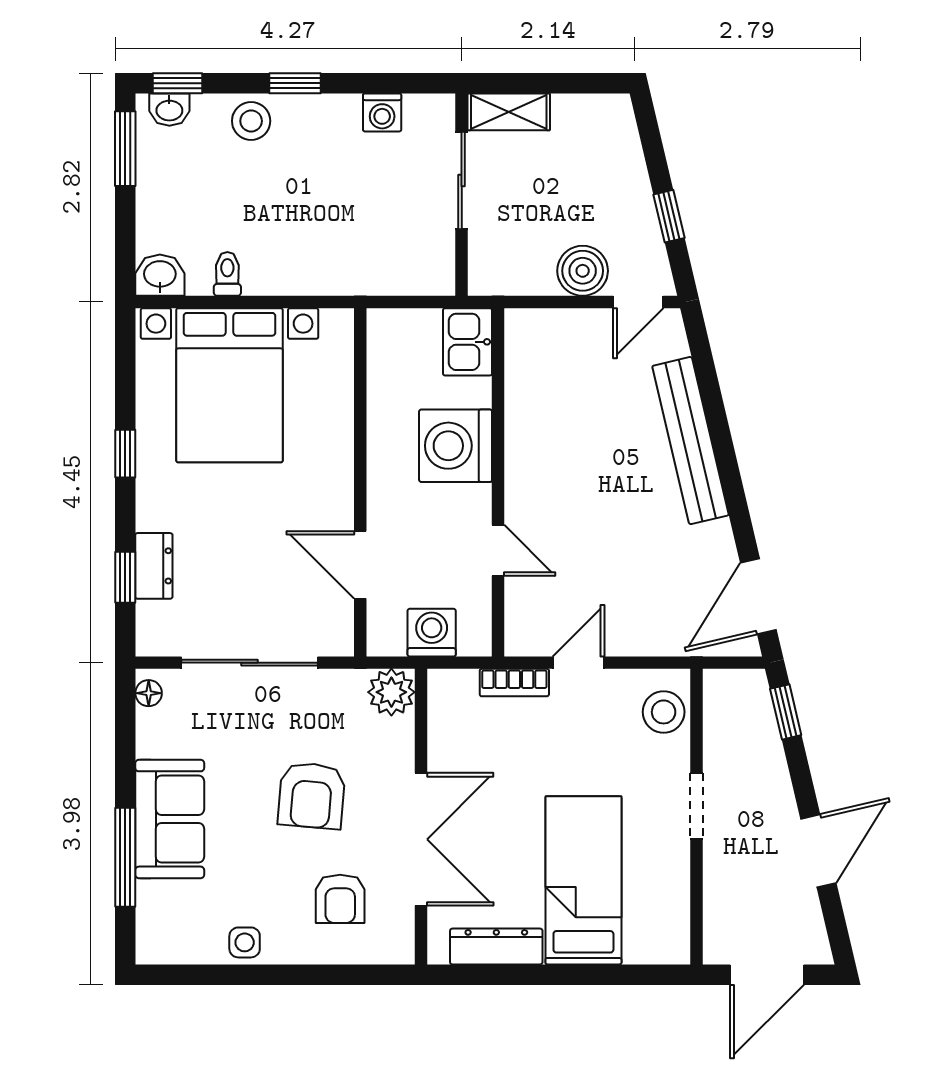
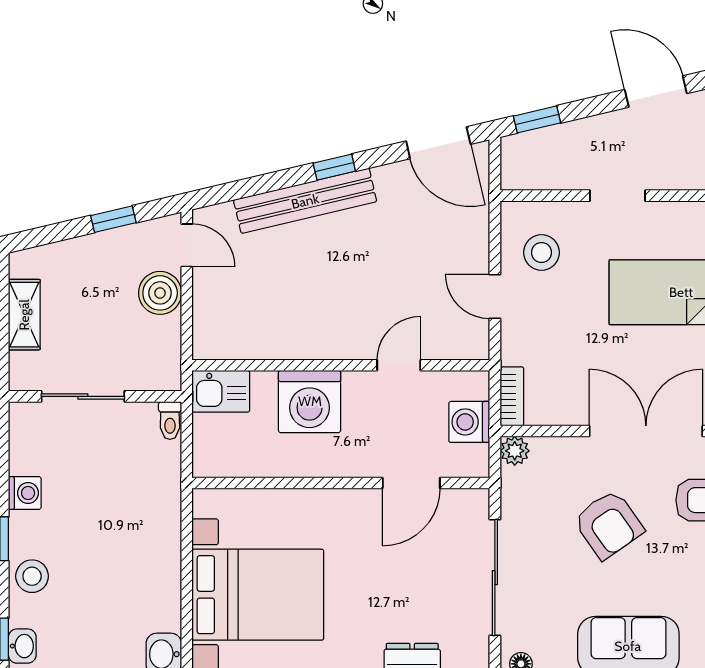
washing machine: (382, 112) -> (25, 493), moved
shelving: (509, 112) -> (24, 315), moved
toilet: (227, 274) -> (170, 420), moved, turned -90
window: (730, 475) -> (334, 167), added
bookcase: (514, 683) -> (512, 396), moved
plant: (391, 692) -> (515, 451), width x0.73, depth x0.73
stool: (664, 712) -> (542, 252), moved
armchair: (312, 796) -> (608, 525), turned 50

